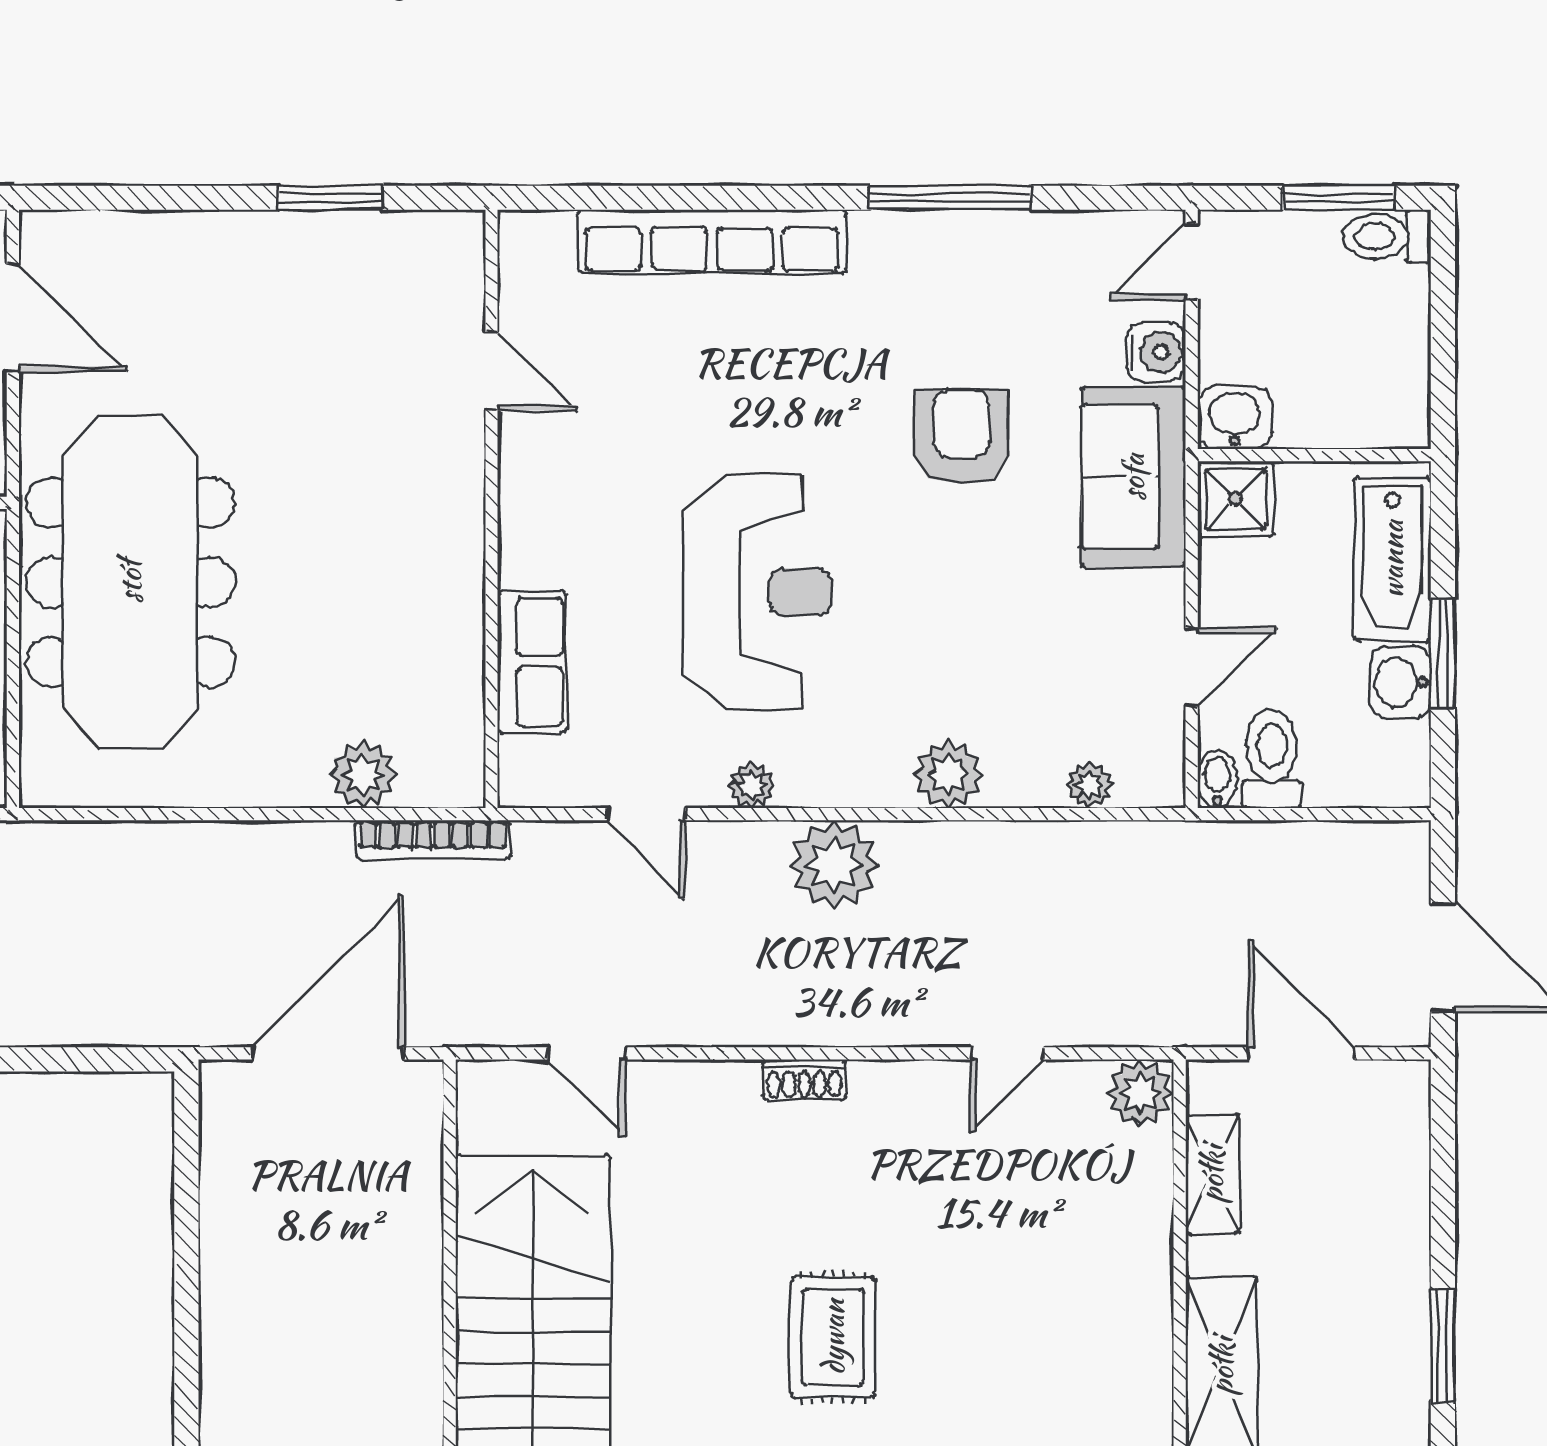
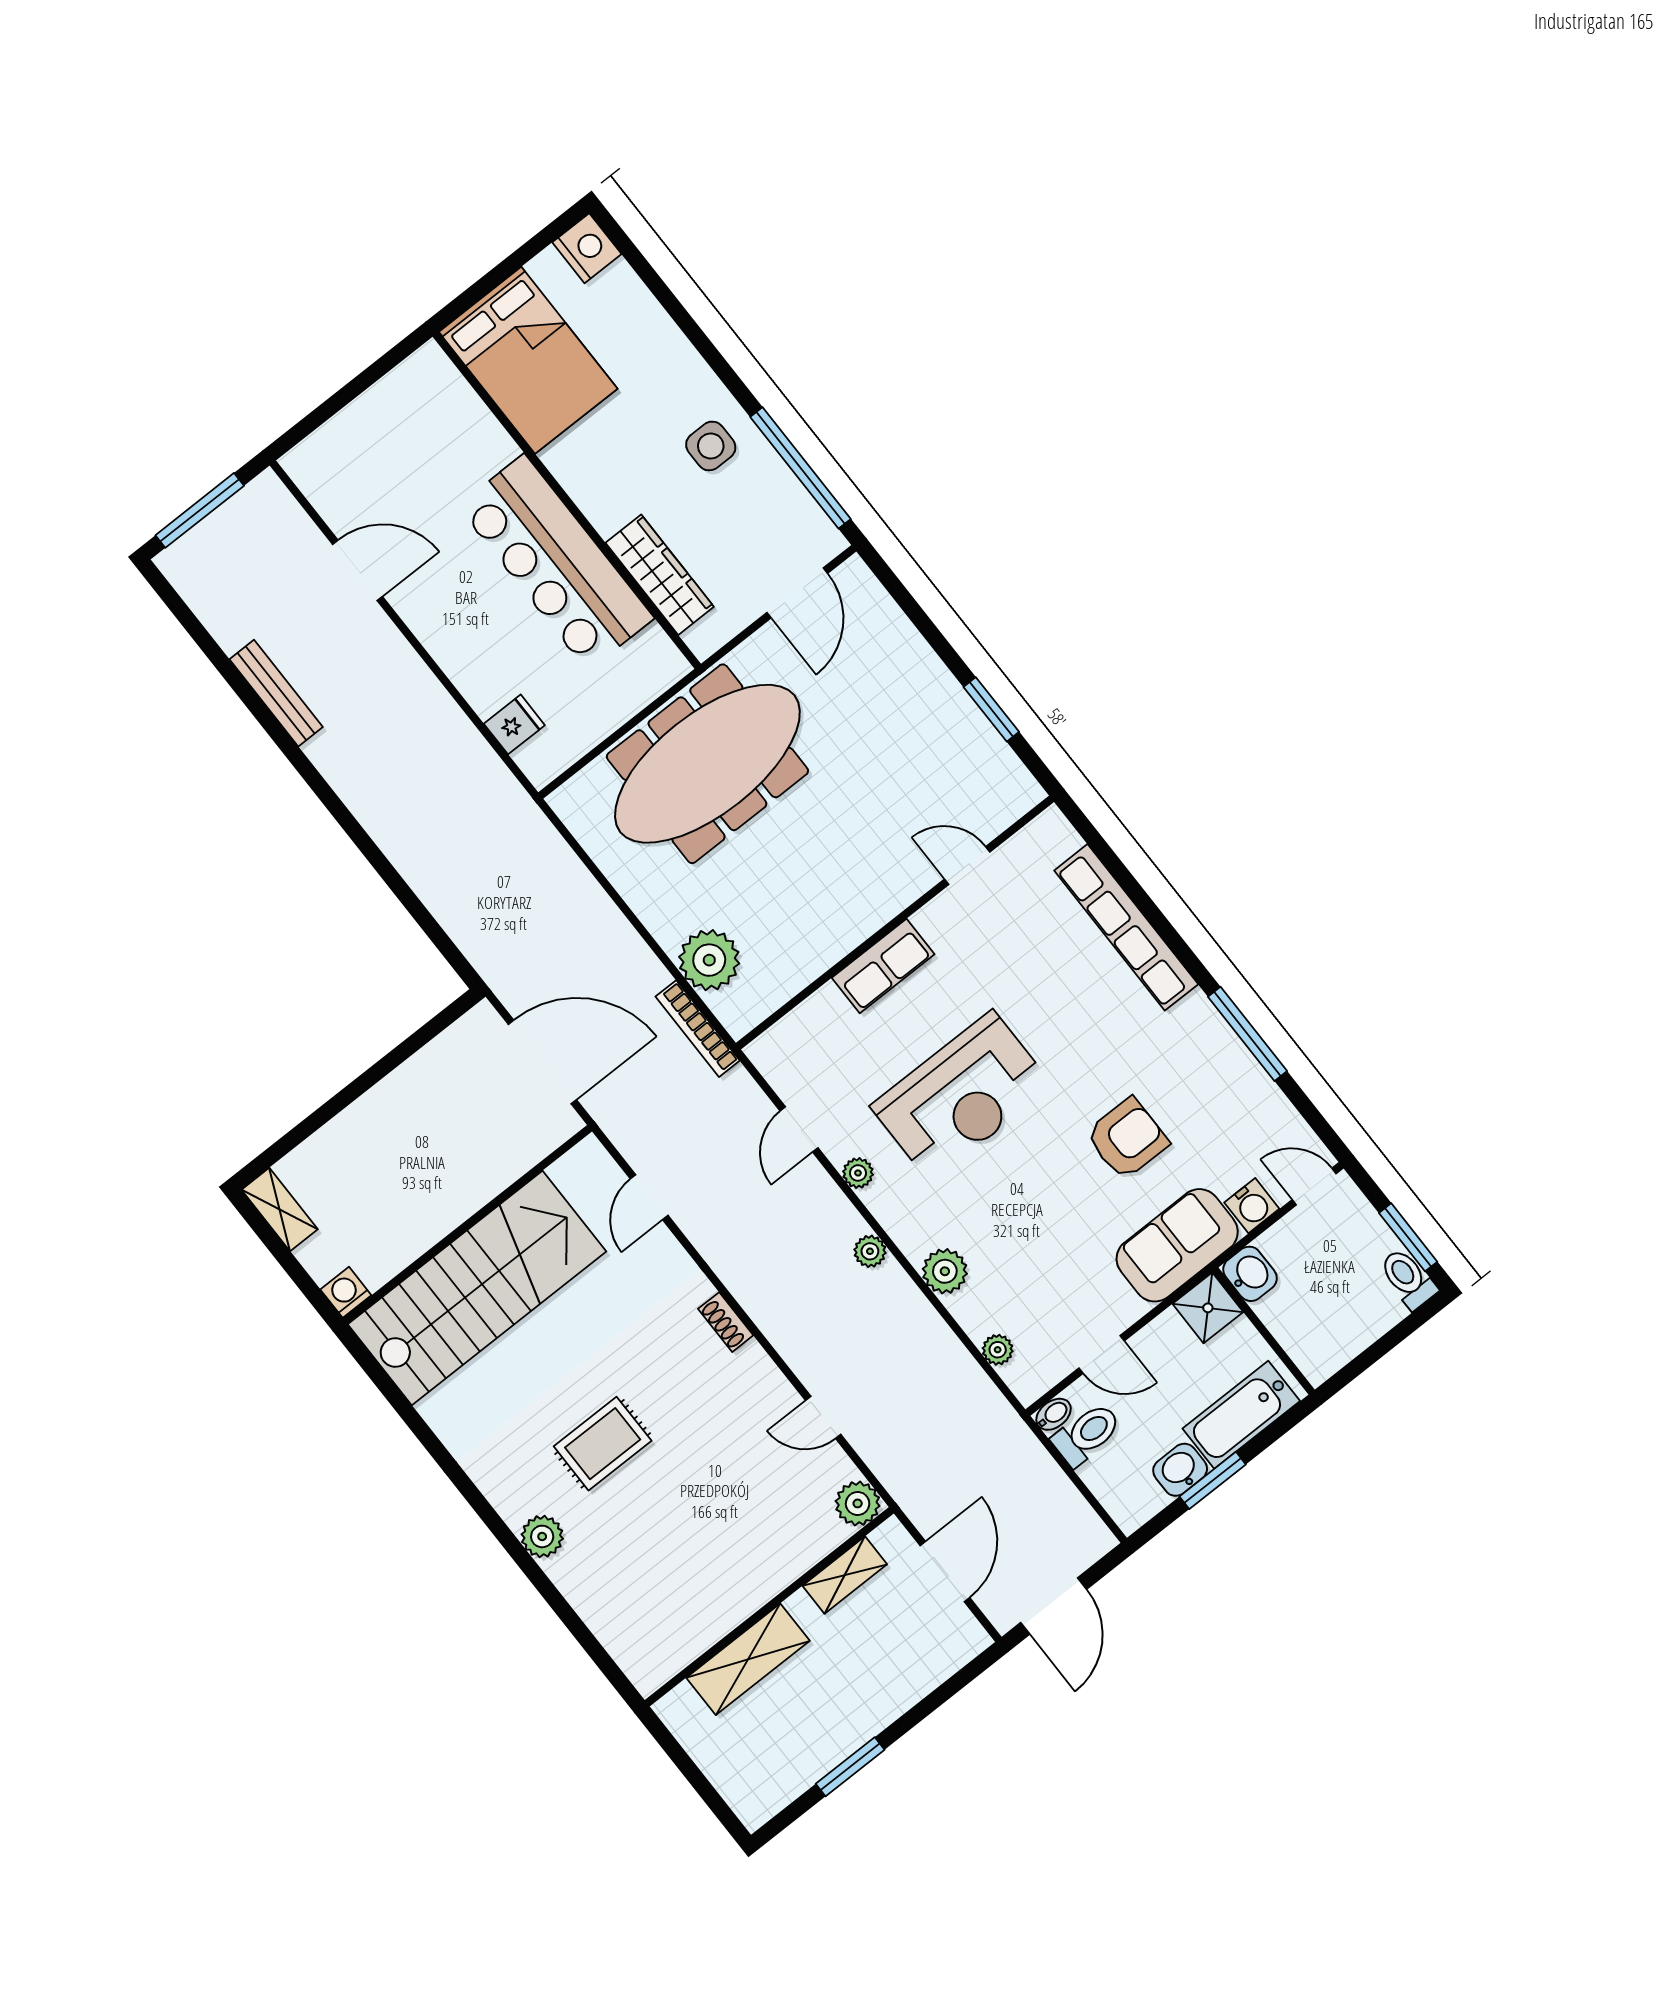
door: (492, 371) -> (967, 866), swing flipped
row of seats: (532, 662) -> (883, 966), moved
plant: (363, 775) -> (709, 960), width x1.36, depth x1.36
plant: (834, 865) -> (870, 1251), width x0.53, depth x0.53

